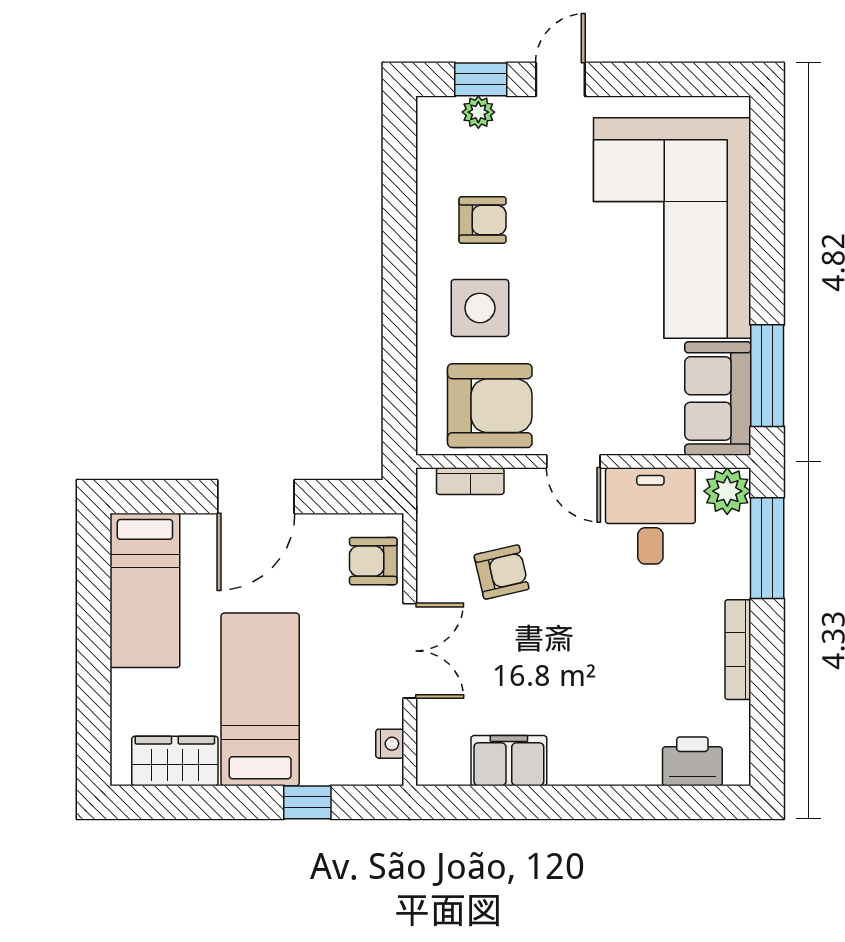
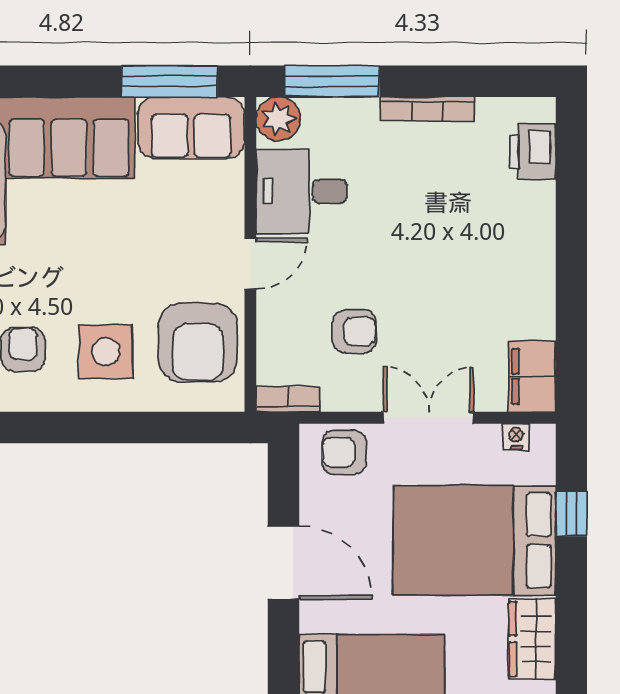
armchair: (490, 406) -> (198, 342), turned 180
bookcase: (470, 481) -> (288, 399), moved, turned -90
armchair: (373, 561) -> (344, 452), turned 90
armchair: (502, 572) -> (354, 331), turned 103
bed: (260, 699) -> (474, 540), width x1.50
filing cabinet: (509, 761) -> (532, 376), moved

